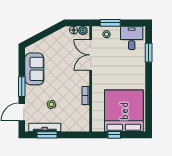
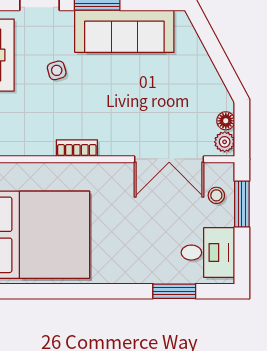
double door: (91, 55) -> (169, 159), swing flipped
sofa: (34, 69) -> (124, 31), width x1.36

